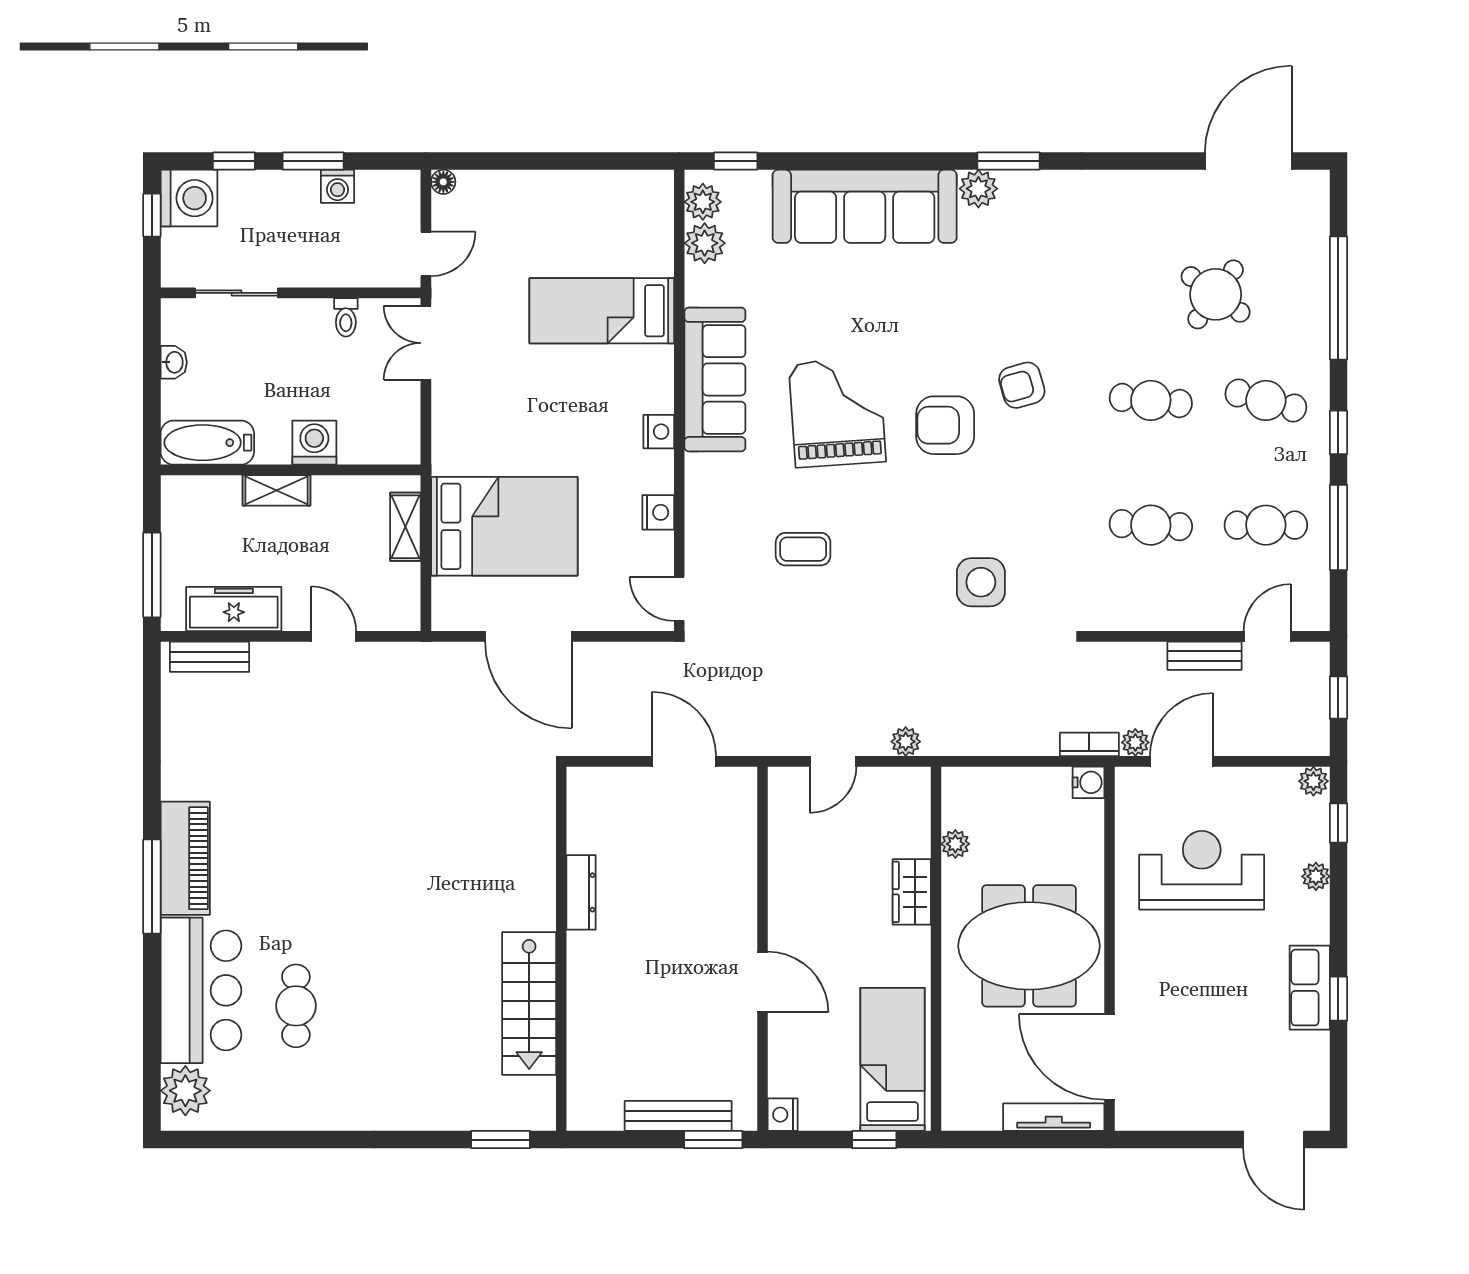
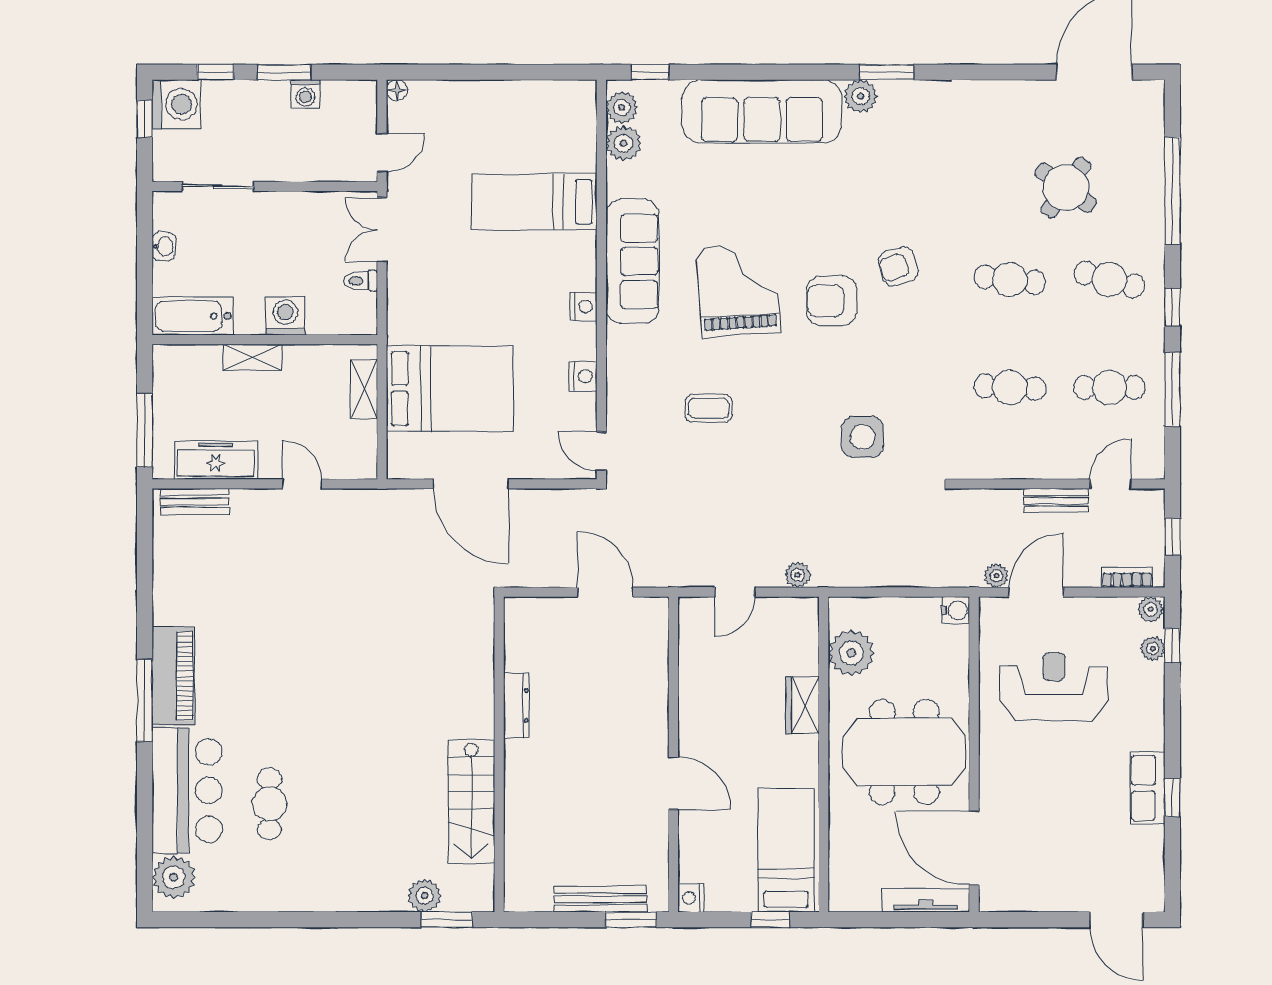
toilet: (346, 317) -> (361, 281), moved, turned 90
bookcase: (1089, 744) -> (1127, 577), moved
plant: (955, 844) -> (851, 653), width x1.88, depth x1.88
plant: (1316, 876) -> (1153, 648), moved
plant: (475, 1112) -> (425, 896), added

